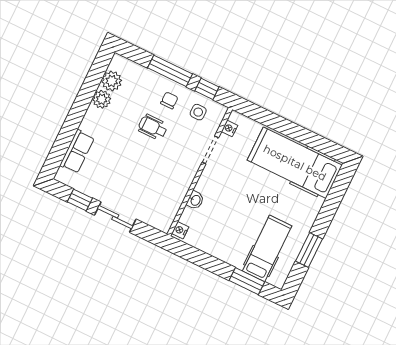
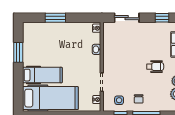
wheelchair: (153, 127) -> (155, 67), moved
sliding door: (115, 217) -> (127, 18), moved
hospital bed: (267, 248) -> (42, 75), moved, turned -90
window: (247, 281) -> (55, 18), moved

